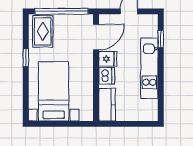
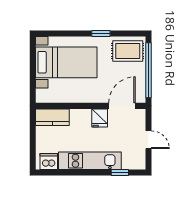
door: (96, 37) -> (122, 106), swing flipped
dishwasher: (107, 76) -> (49, 161), moved, turned 180

